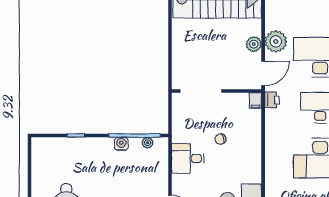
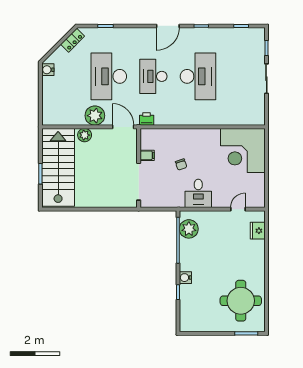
plant: (254, 44) -> (85, 135), moved
filing cabinet: (255, 101) -> (147, 155), moved
plant: (148, 143) -> (189, 229), width x1.87, depth x1.87
water cooler: (121, 144) -> (185, 278), moved

